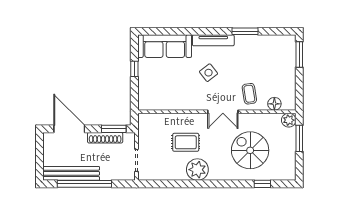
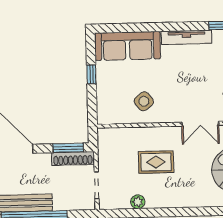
side table: (209, 73) -> (144, 101), moved
shoe rack: (105, 138) -> (73, 158), moved
plant: (197, 170) -> (138, 202), moved, width x0.53, depth x0.53

